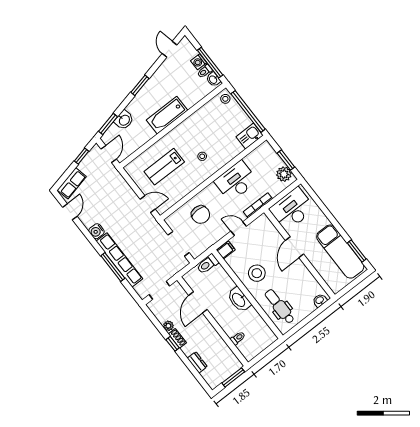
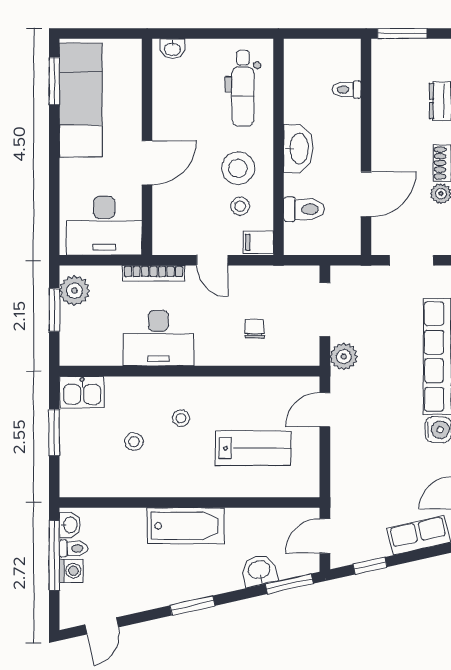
stool: (225, 99) -> (134, 442), moved
window: (248, 111) -> (54, 432), width x0.47
door: (148, 204) -> (325, 410), hinge flipped
chair: (201, 215) -> (255, 329), width x0.54, depth x0.54
plant: (157, 231) -> (344, 357), added
stool: (244, 259) -> (240, 206), added
toilet: (208, 264) -> (304, 209), moved

